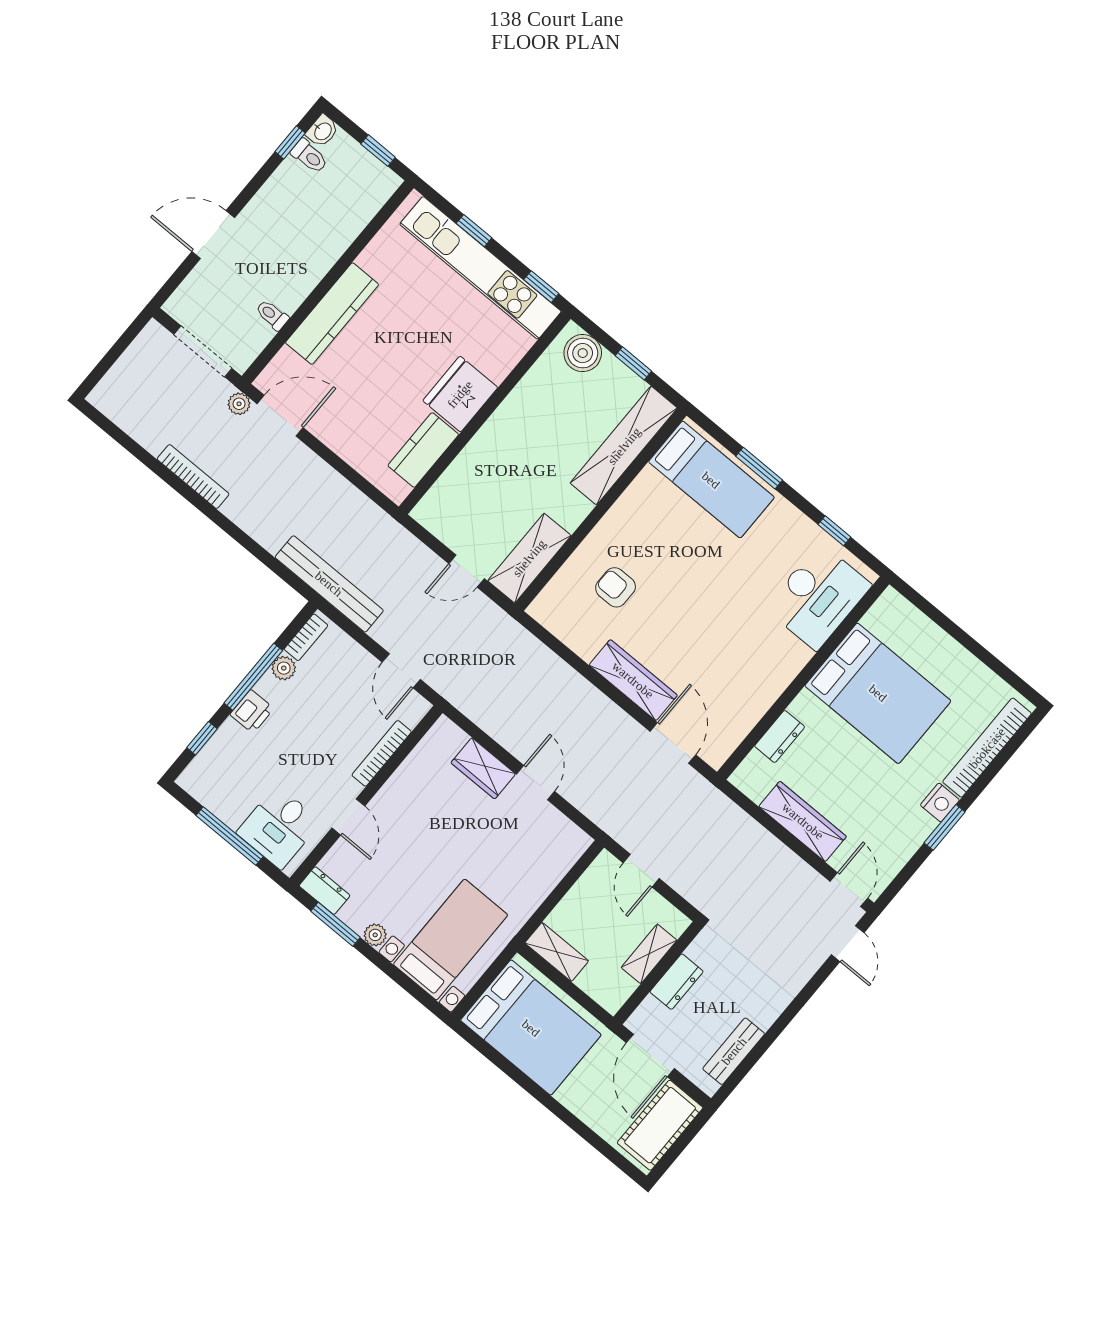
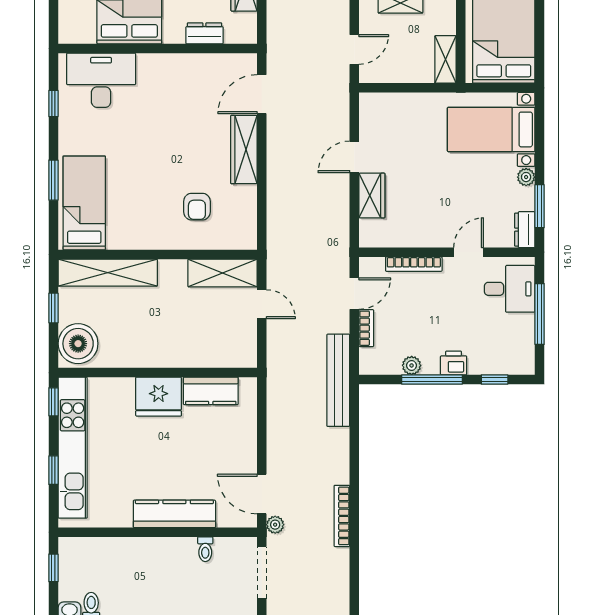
boiler: (583, 353) -> (78, 344), width x1.37, depth x1.37
bookcase: (306, 637) -> (366, 328), moved, turned 90

